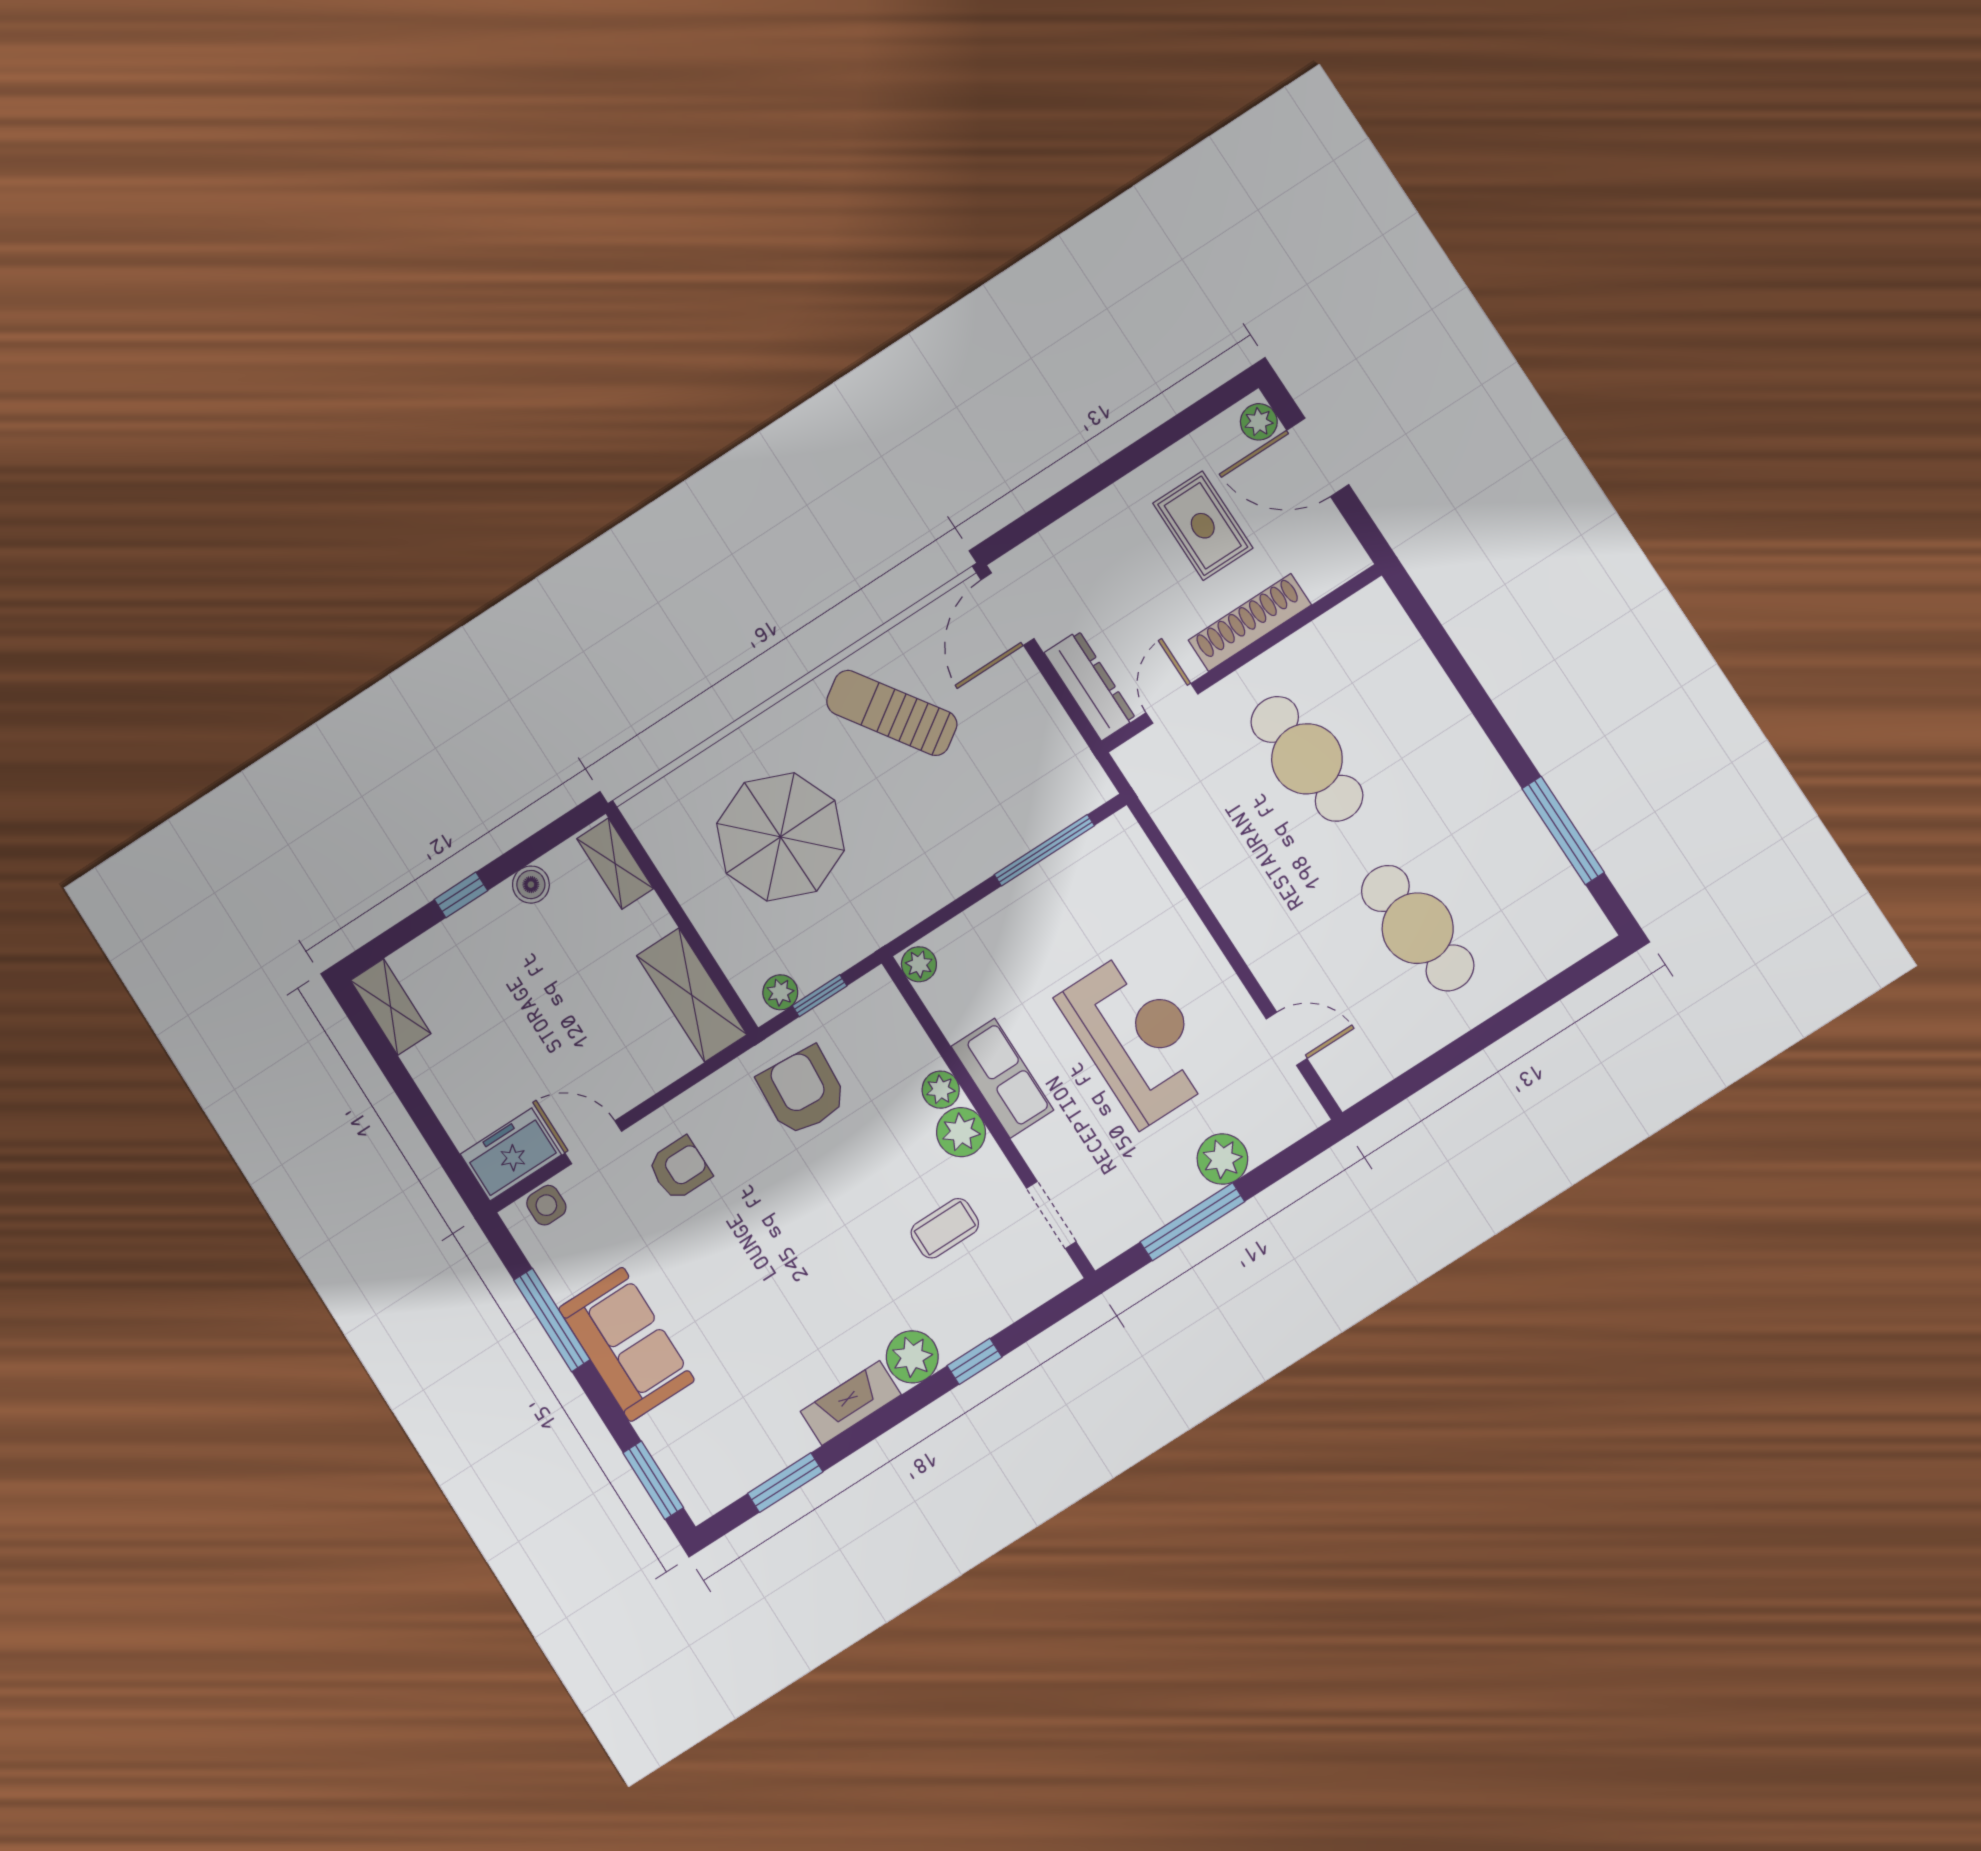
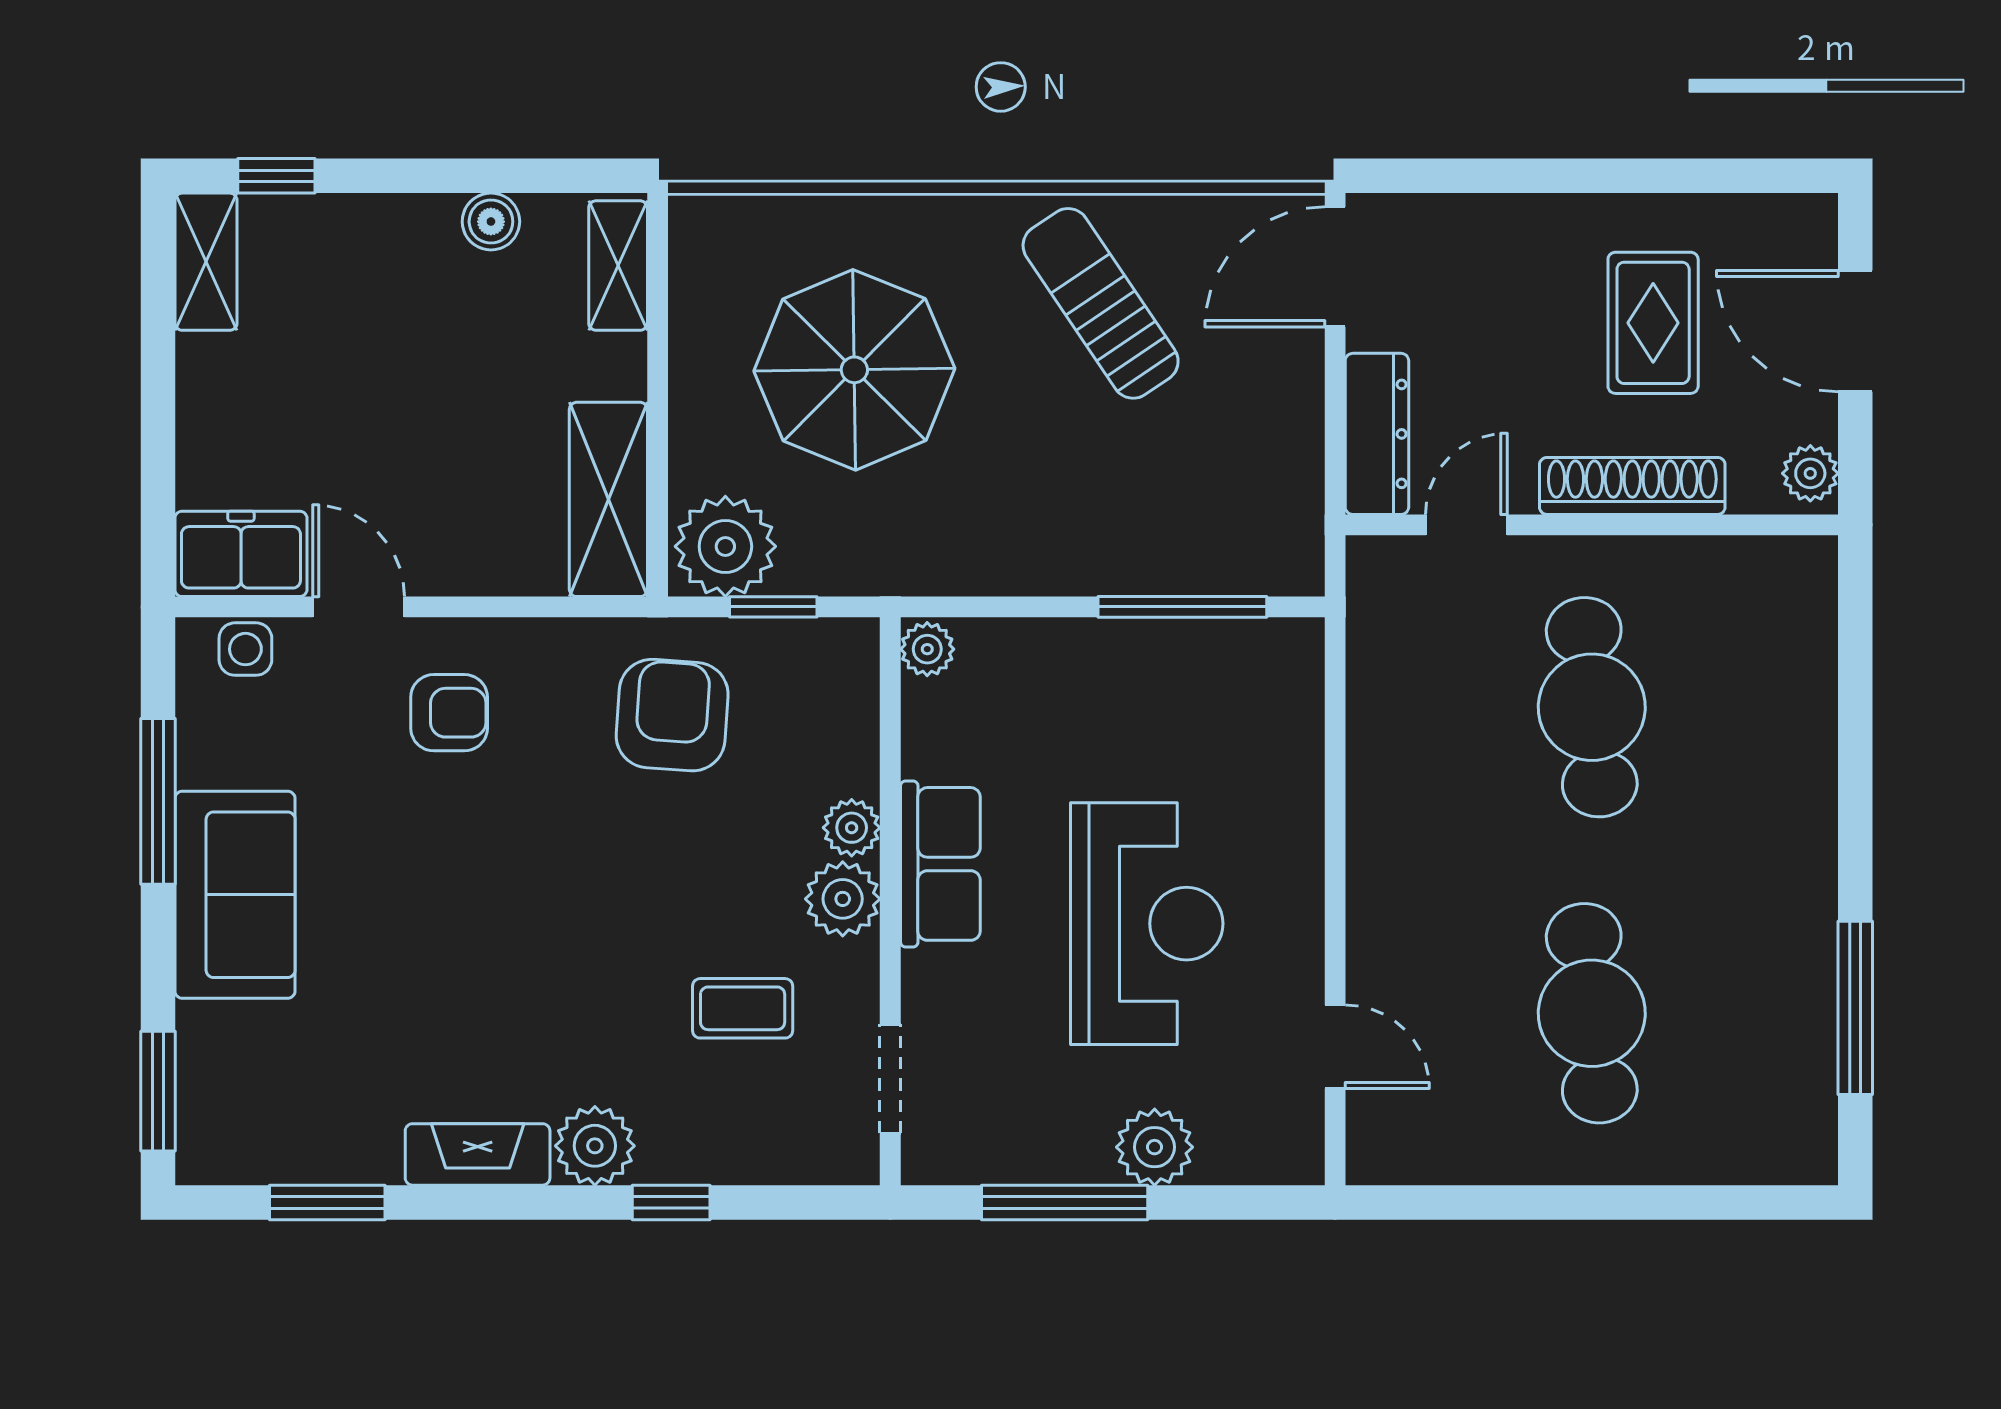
plant: (1259, 422) -> (1810, 473), moved
window: (461, 895) -> (276, 176), moved
plant: (780, 992) -> (725, 546), width x1.88, depth x1.88

